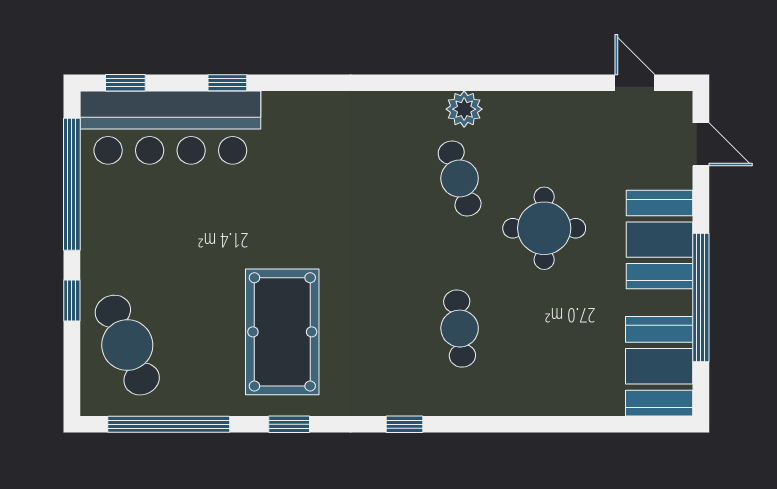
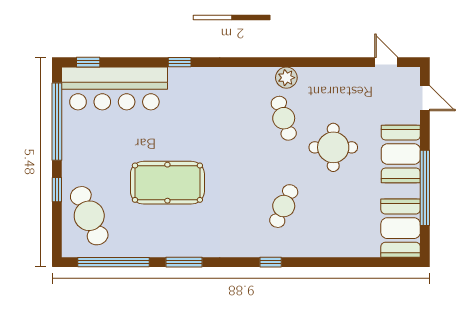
window: (227, 83) -> (180, 62), moved
cafe table: (460, 329) -> (284, 206), turned 30
pool table: (282, 332) -> (167, 183), moved, turned 90
window: (289, 424) -> (184, 262), width x1.50
window: (405, 424) -> (271, 262), moved

